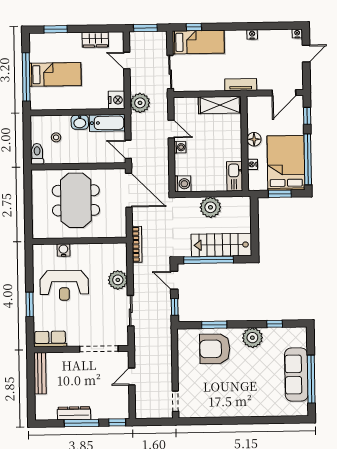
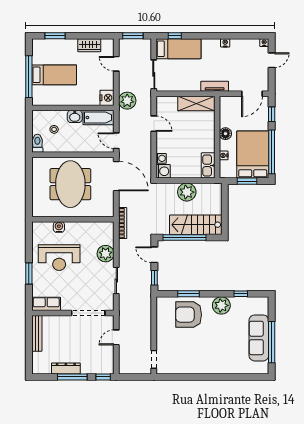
washing machine: (180, 147) -> (161, 158), moved

